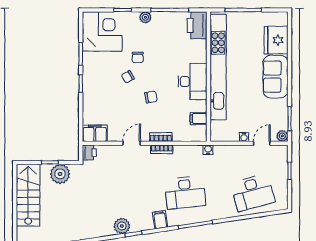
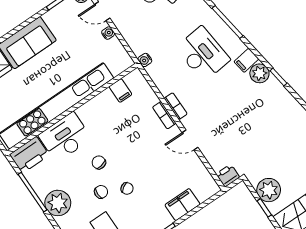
plant: (145, 17) -> (58, 203), width x1.87, depth x1.87
desk: (192, 81) -> (65, 137), moved
chair: (151, 97) -> (99, 162), moved
filing cabinet: (95, 133) -> (182, 205), moved, turned 90
plant: (122, 226) -> (259, 73), moved

